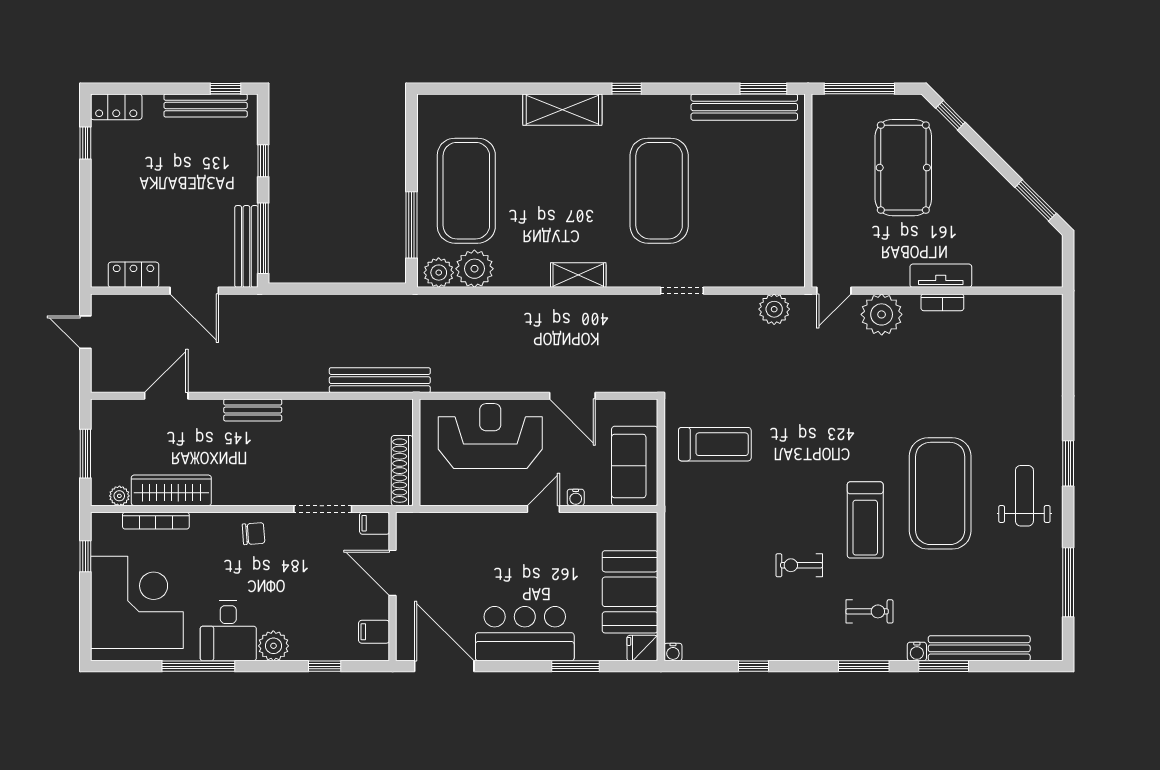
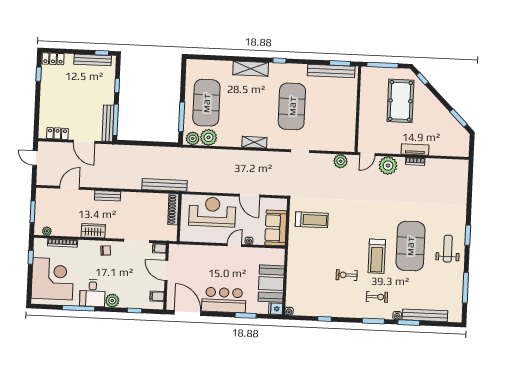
shoe rack: (402, 471) -> (173, 209), moved
wardrobe: (171, 490) -> (93, 231), moved, width x0.67

